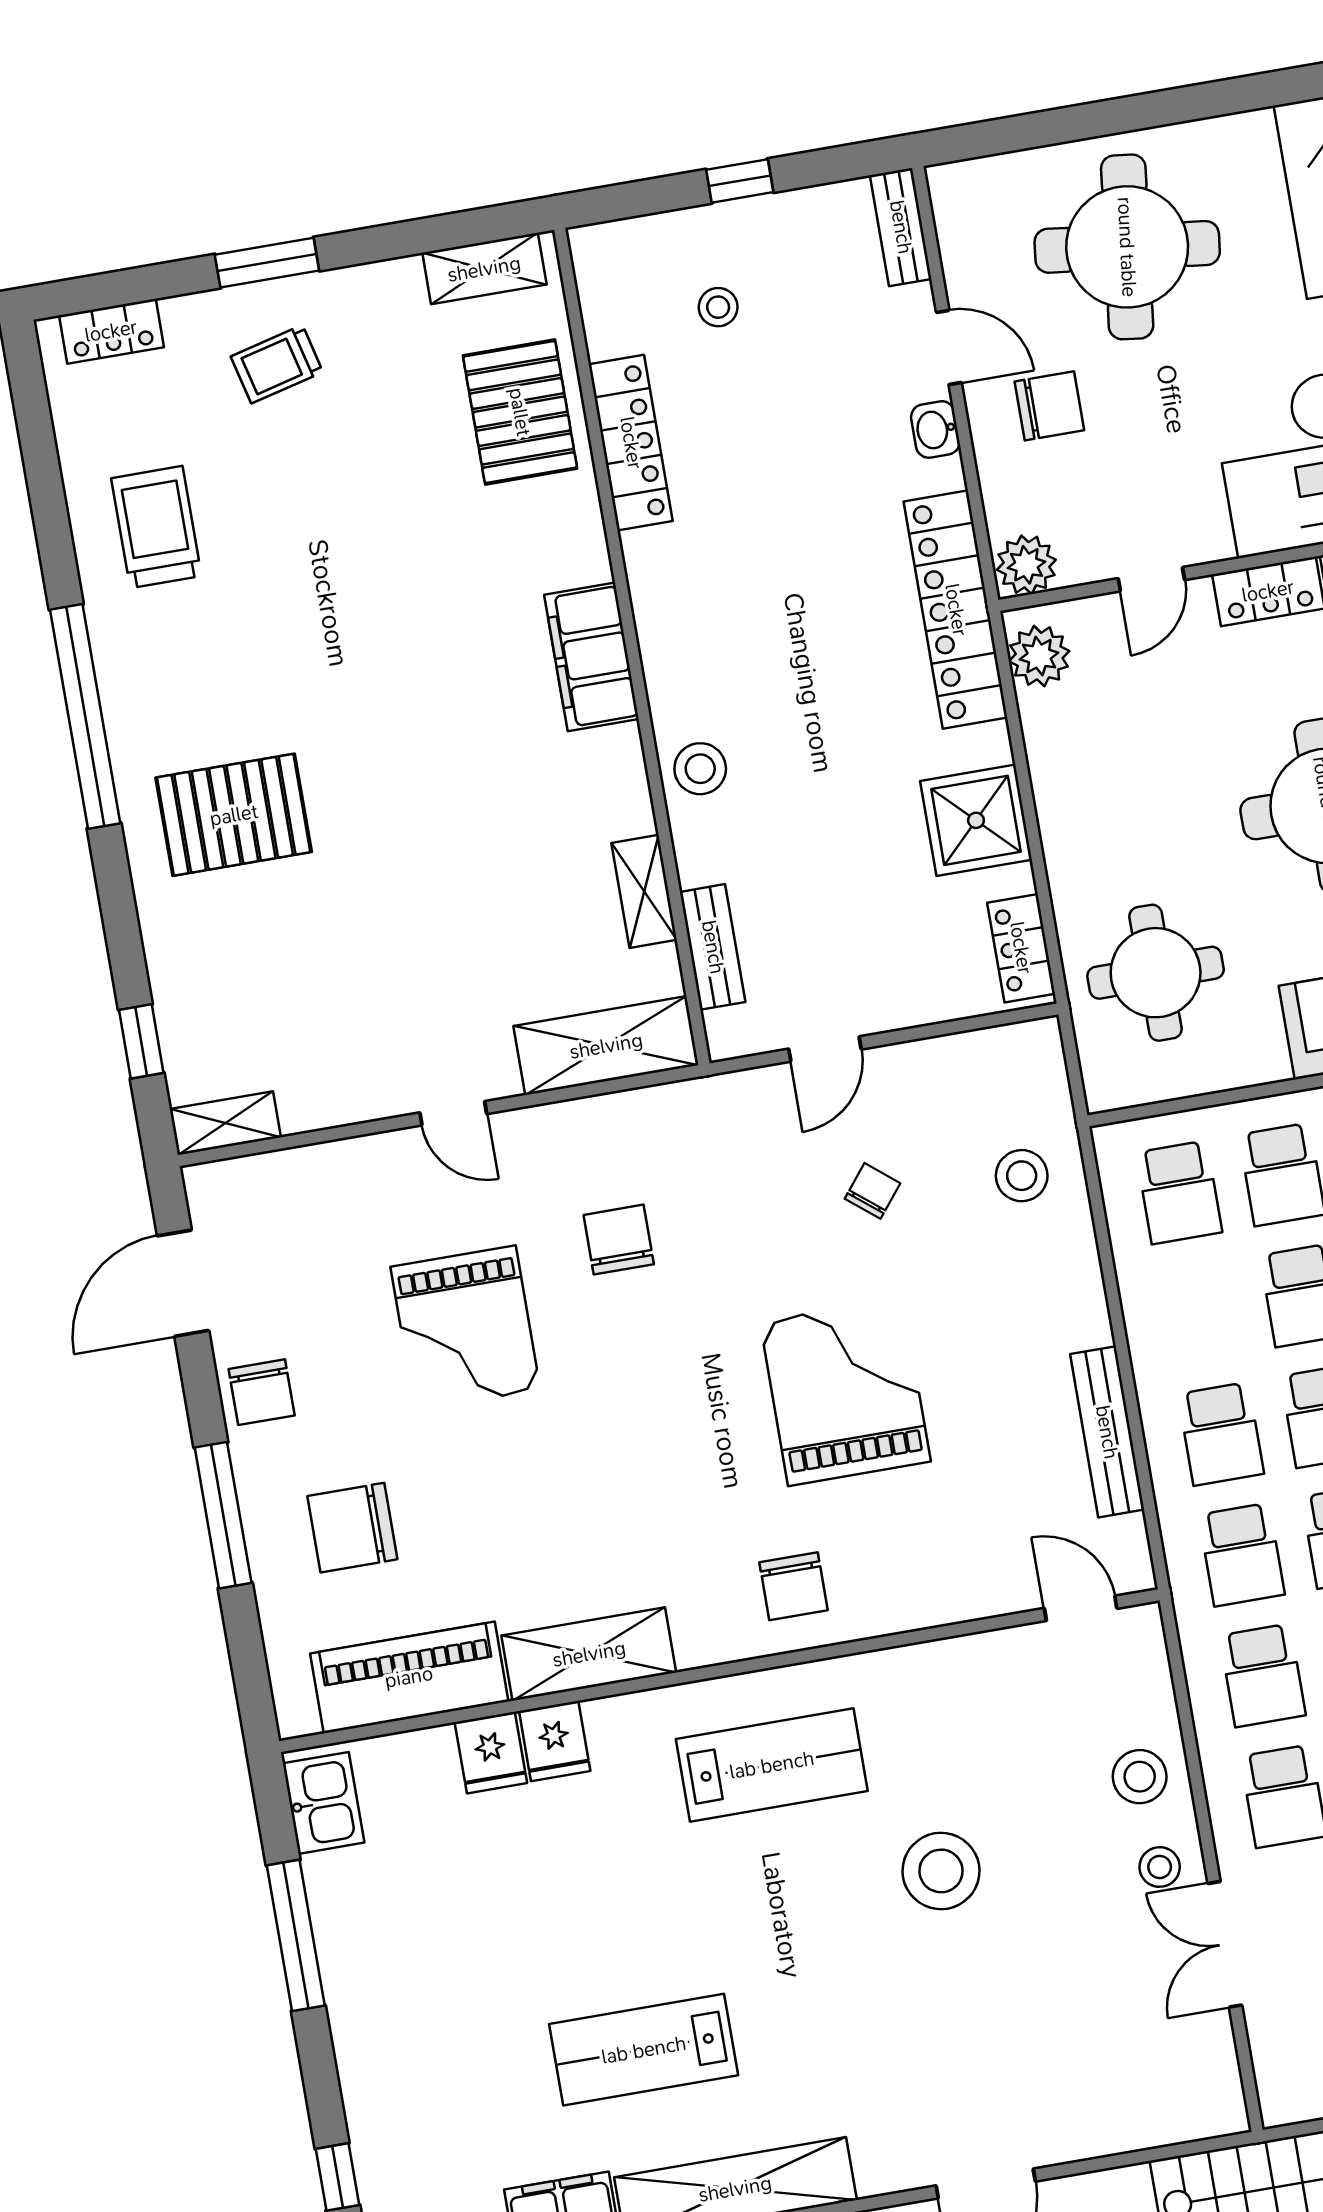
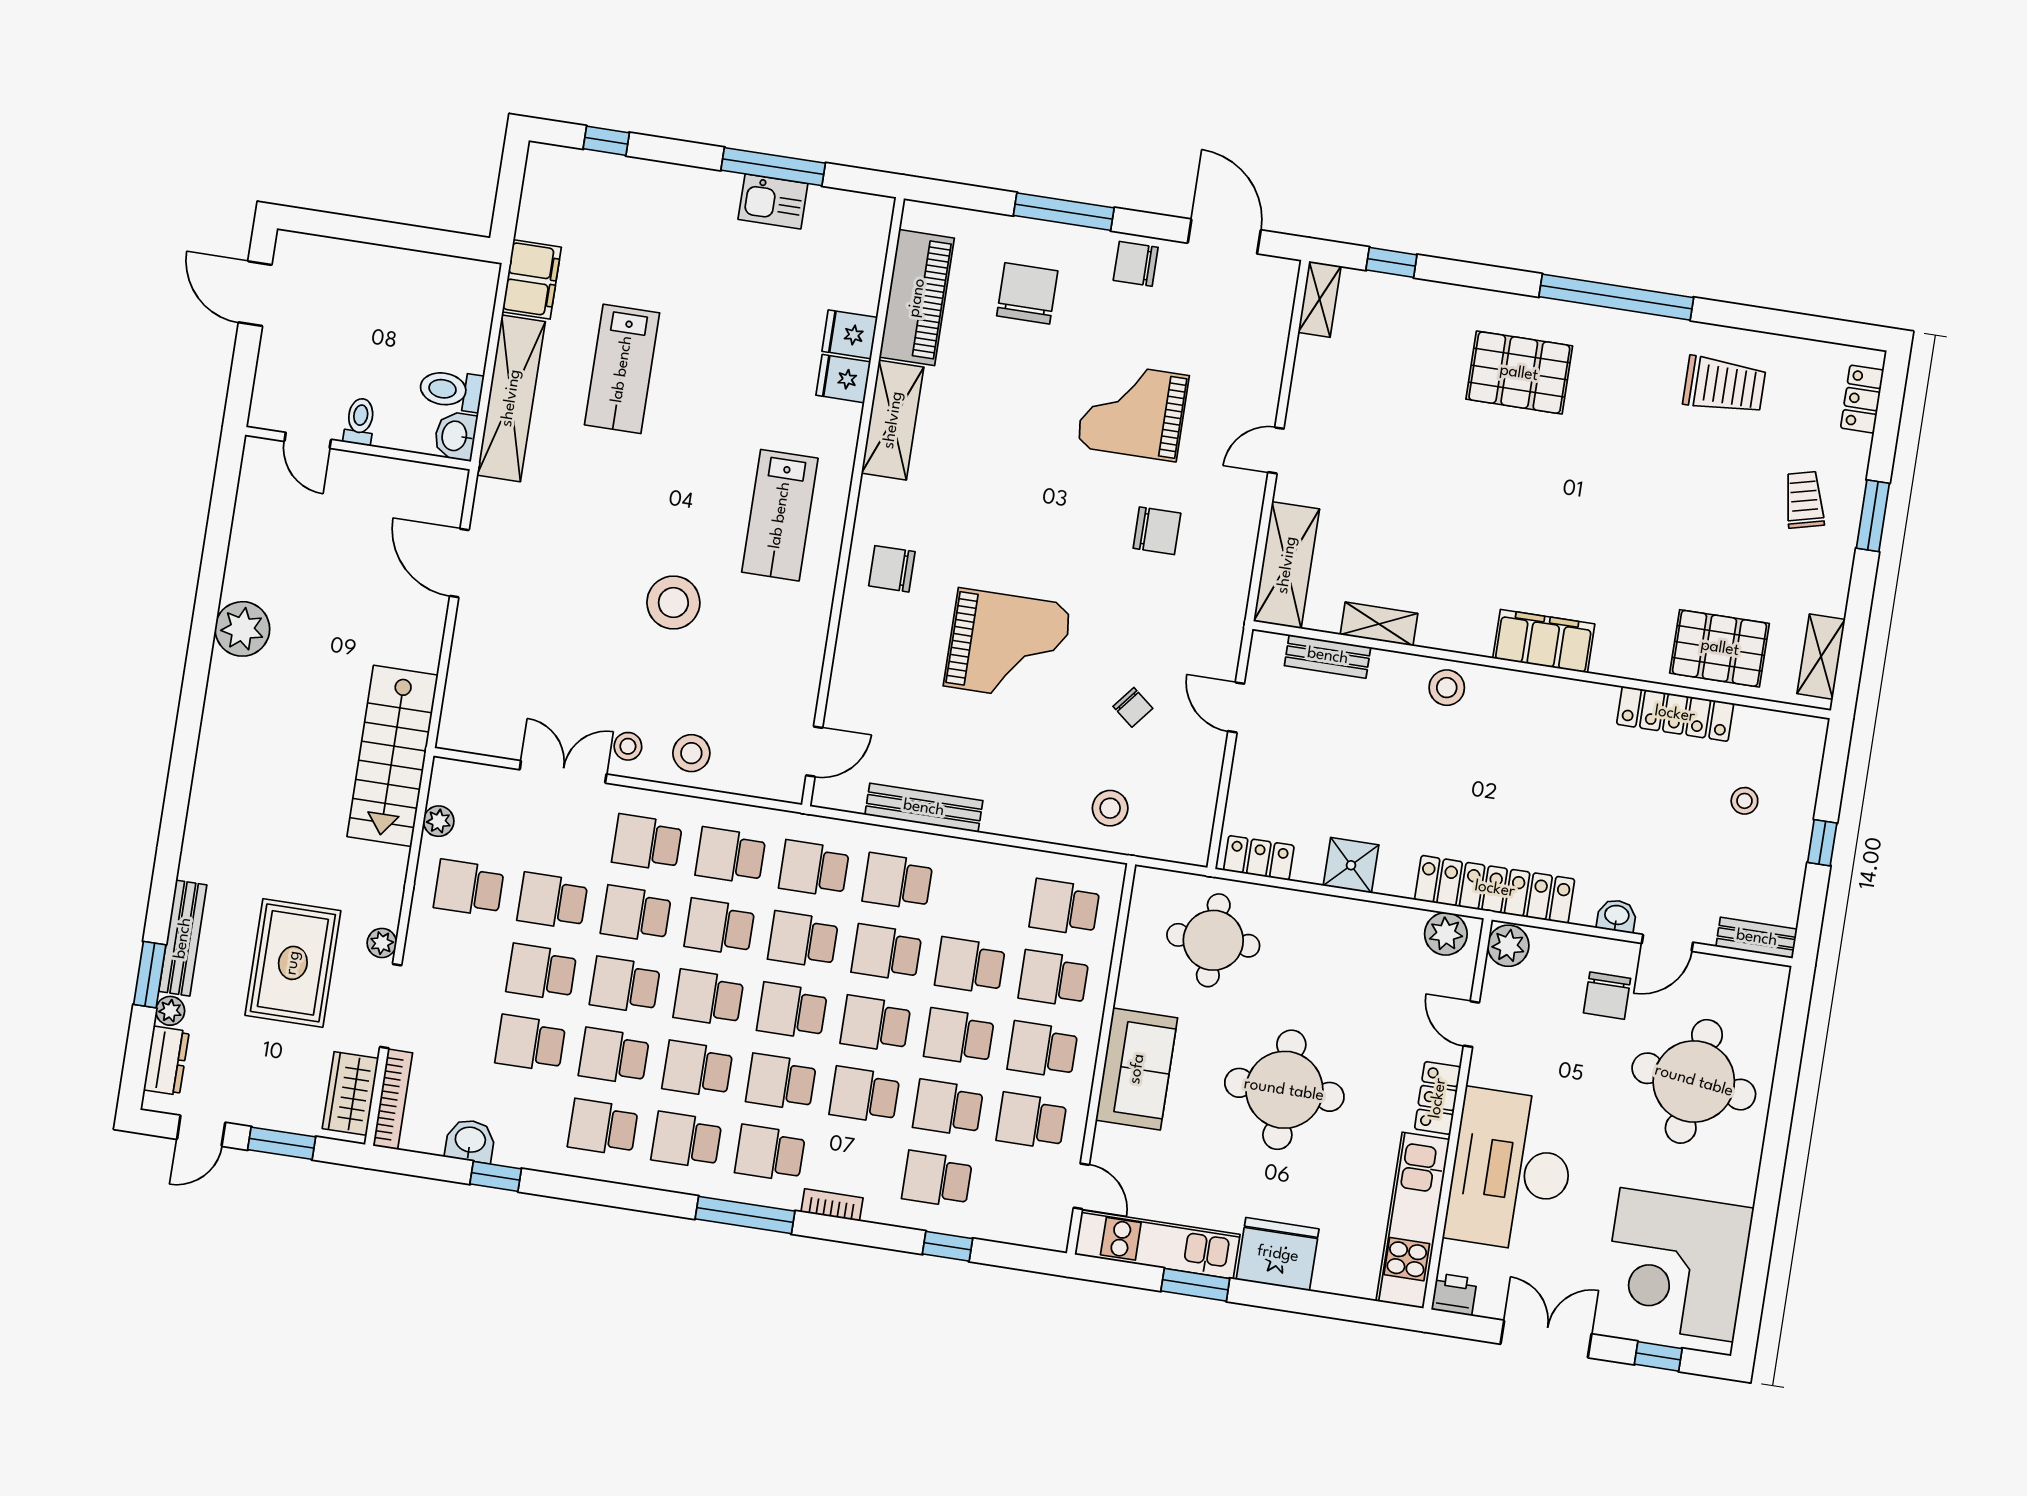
pallet: (234, 815) -> (1519, 373), turned 90
shower: (976, 820) -> (1351, 865), width x0.73, depth x0.73
kitchen sink: (324, 1803) -> (773, 201), moved
lab bench: (644, 2050) -> (622, 369), turned 180

